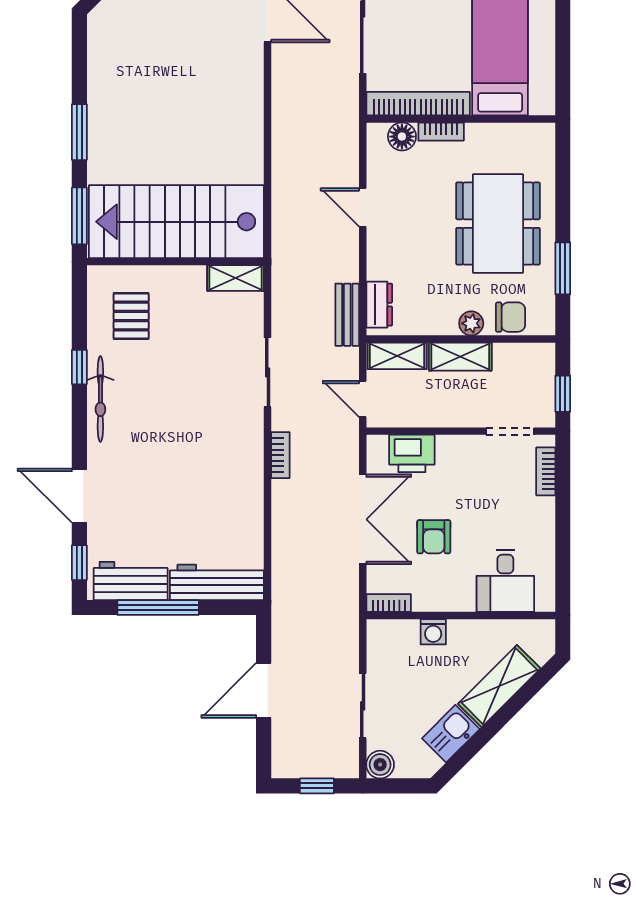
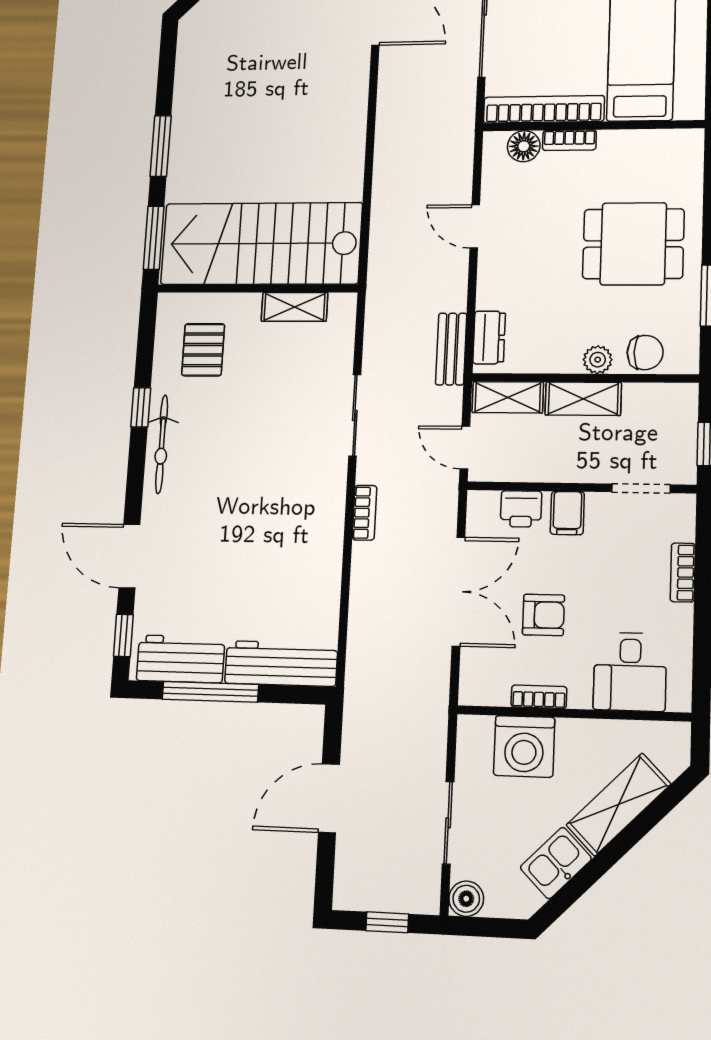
dining table: (498, 224) -> (633, 244), width x0.73
shelving: (235, 278) -> (294, 307), moved
printer: (412, 453) -> (521, 509), width x0.73, depth x0.81
filing cabinet: (450, 453) -> (567, 513), added
bookcase: (546, 471) -> (683, 572), moved
armchair: (434, 537) -> (543, 615), turned -90
bookcase: (389, 603) -> (539, 697), moved
washing machine: (433, 632) -> (524, 746), width x1.89, depth x1.89

